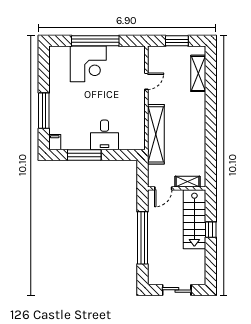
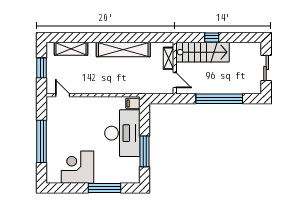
corner desk: (88, 64) -> (78, 167), moved, turned -90
door: (146, 81) -> (63, 95), moved
shelving: (156, 134) -> (123, 49), moved
desk: (105, 135) -> (122, 133), width x1.87, depth x1.30
filing cabinet: (55, 142) -> (133, 103), moved

